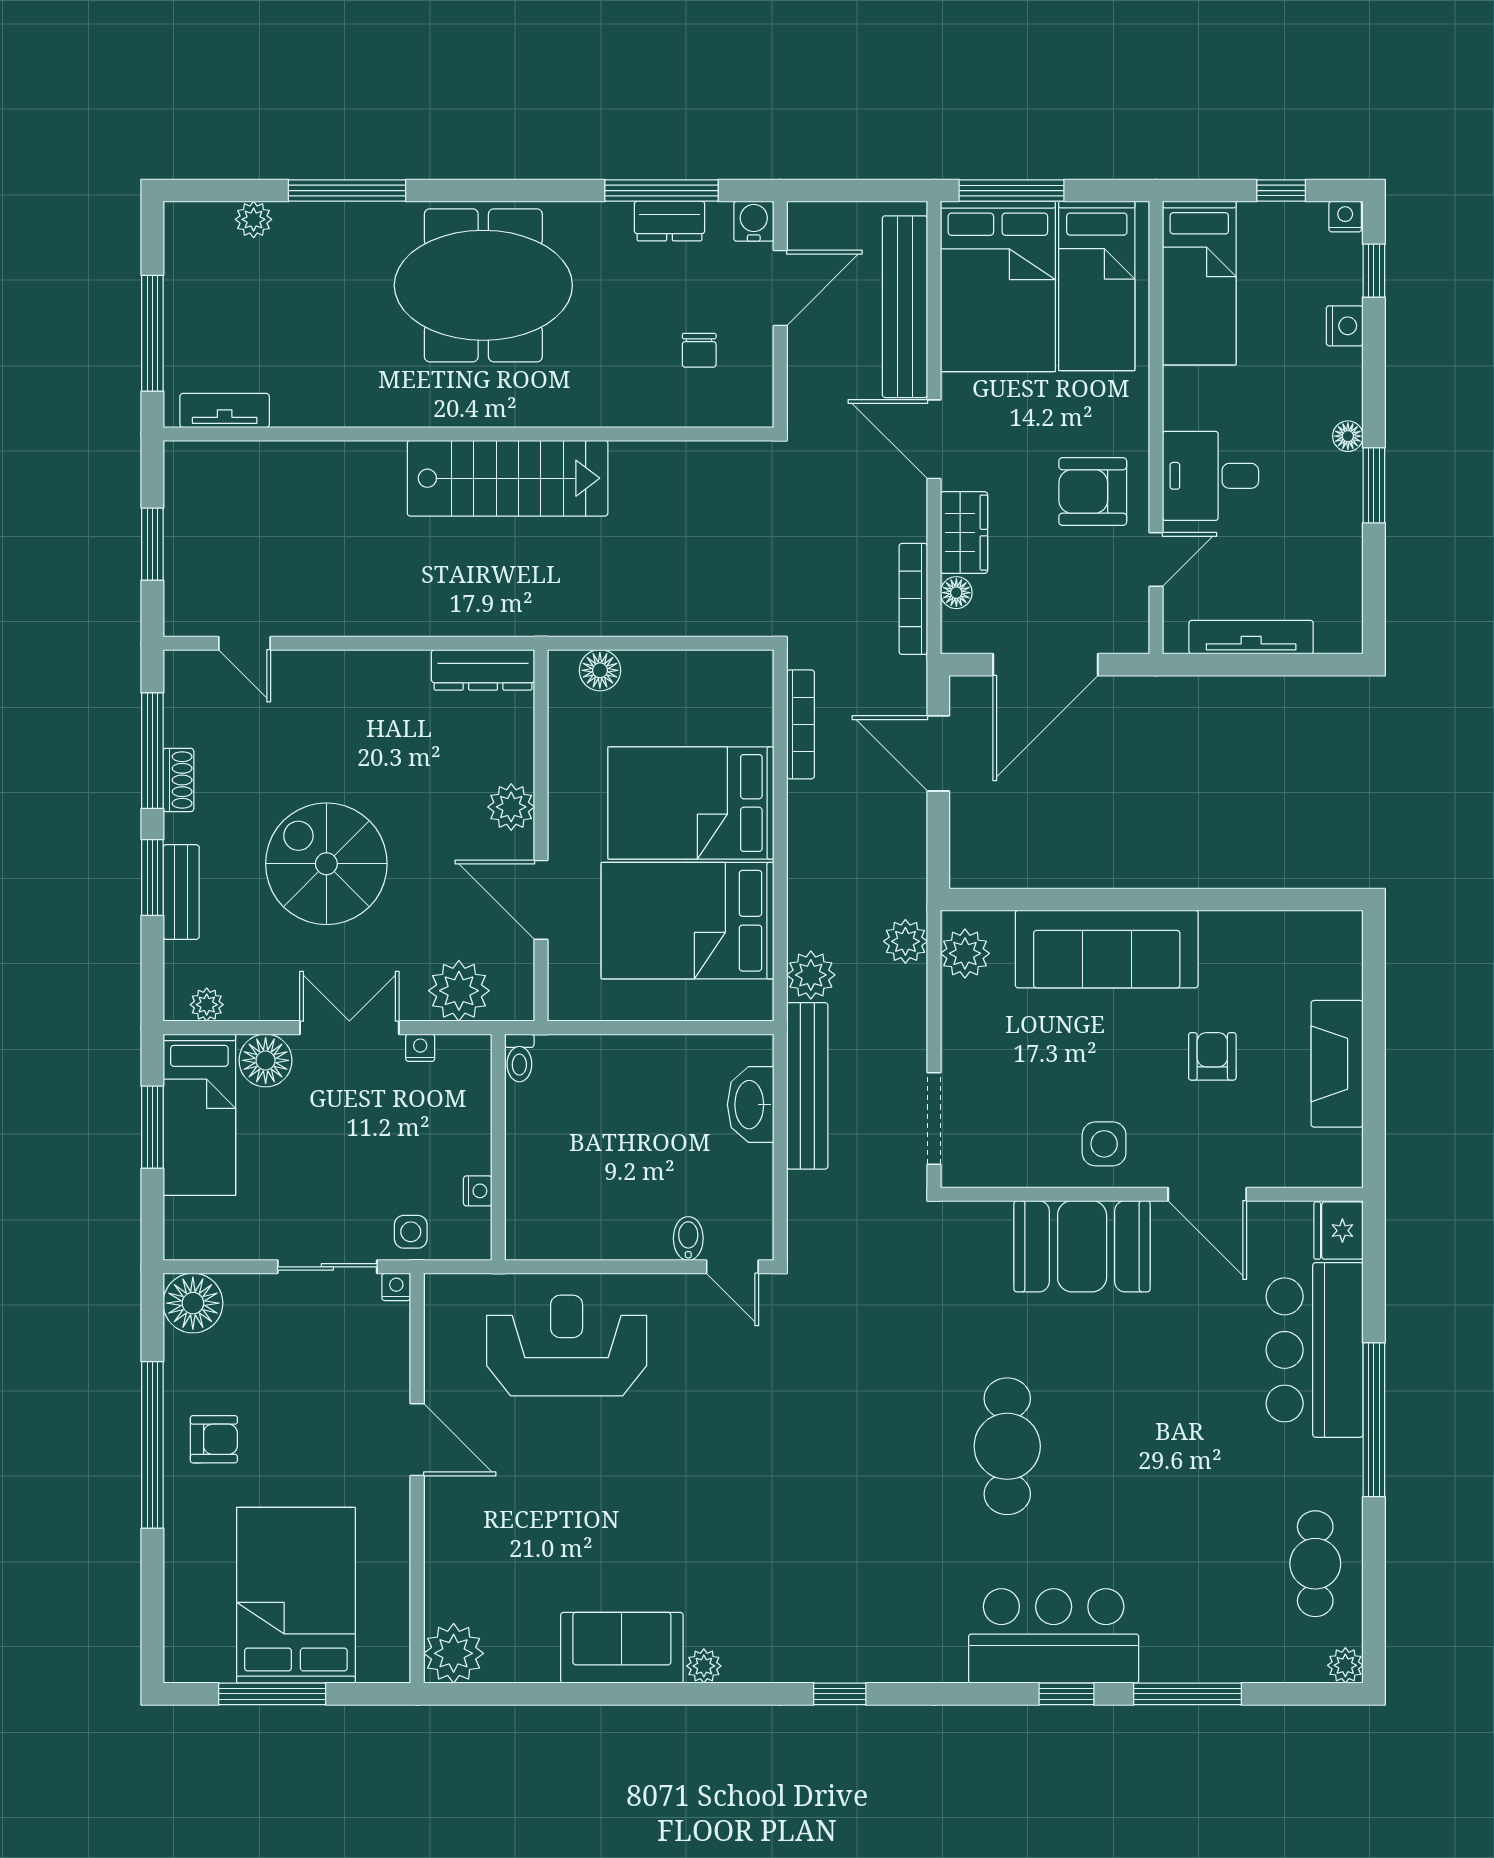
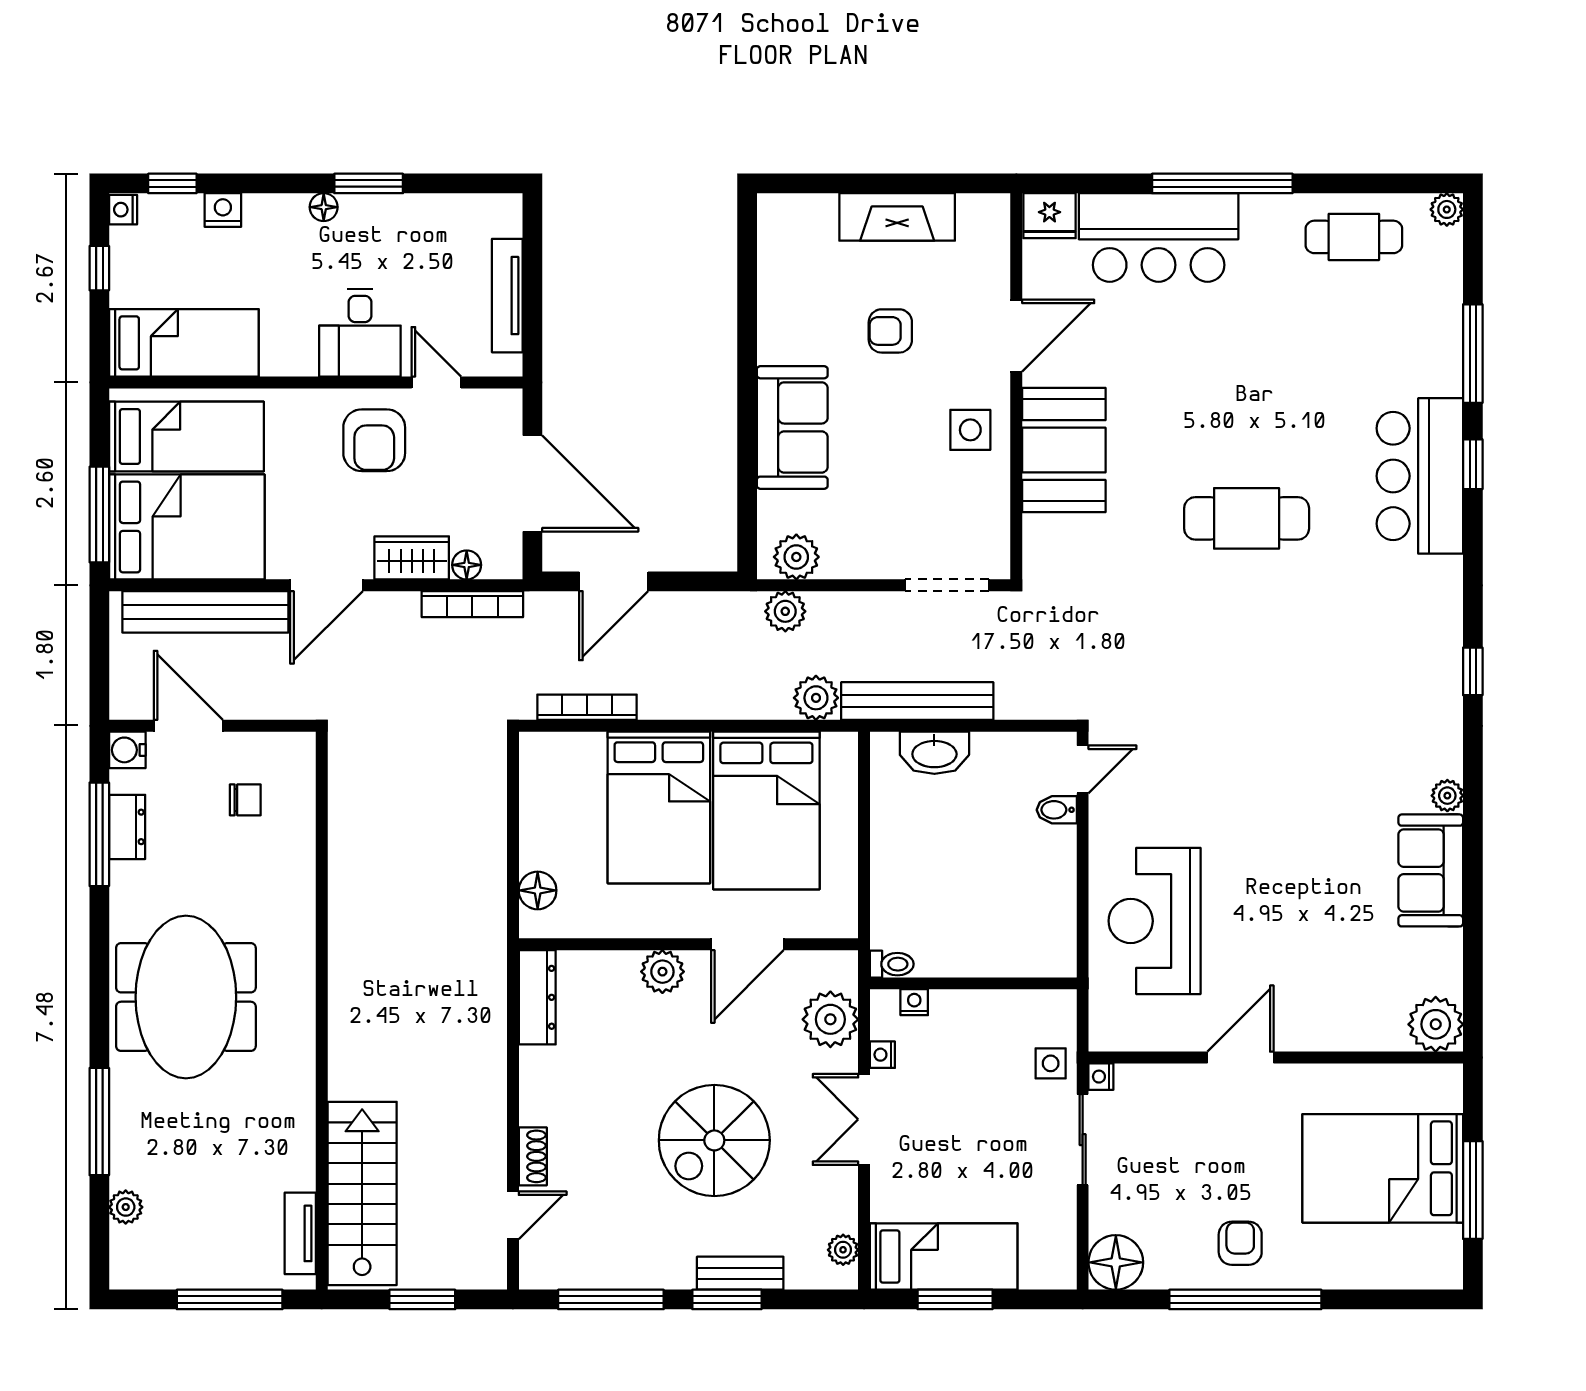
stairs: (508, 478) -> (362, 1193), moved
shoe rack: (178, 780) -> (533, 1156), moved, turned 90
sofa: (1107, 949) -> (792, 427), width x0.73
floor lamp: (266, 1060) -> (894, 1196), removed
nightstand: (478, 1191) -> (914, 1002), moved

